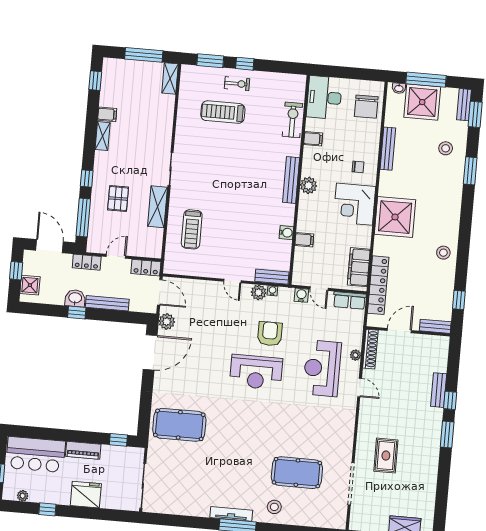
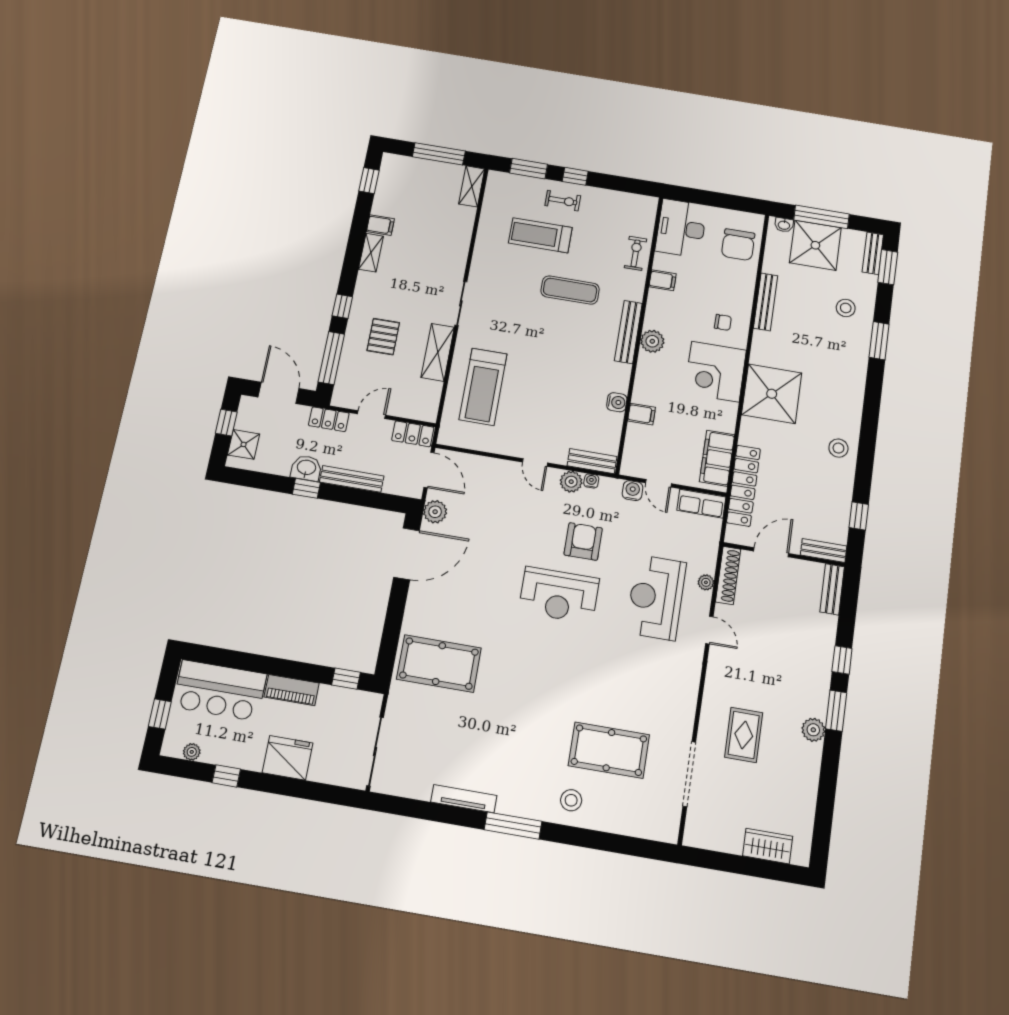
exercise bike: (292, 120) -> (636, 253), width x0.73, depth x0.72
exercise mat: (247, 152) -> (570, 290), added
treadmill: (192, 229) -> (483, 387), width x1.37, depth x1.38
bench: (439, 390) -> (832, 589), moved
plant: (432, 448) -> (813, 730), added
tv unit: (231, 514) -> (464, 799), moved

